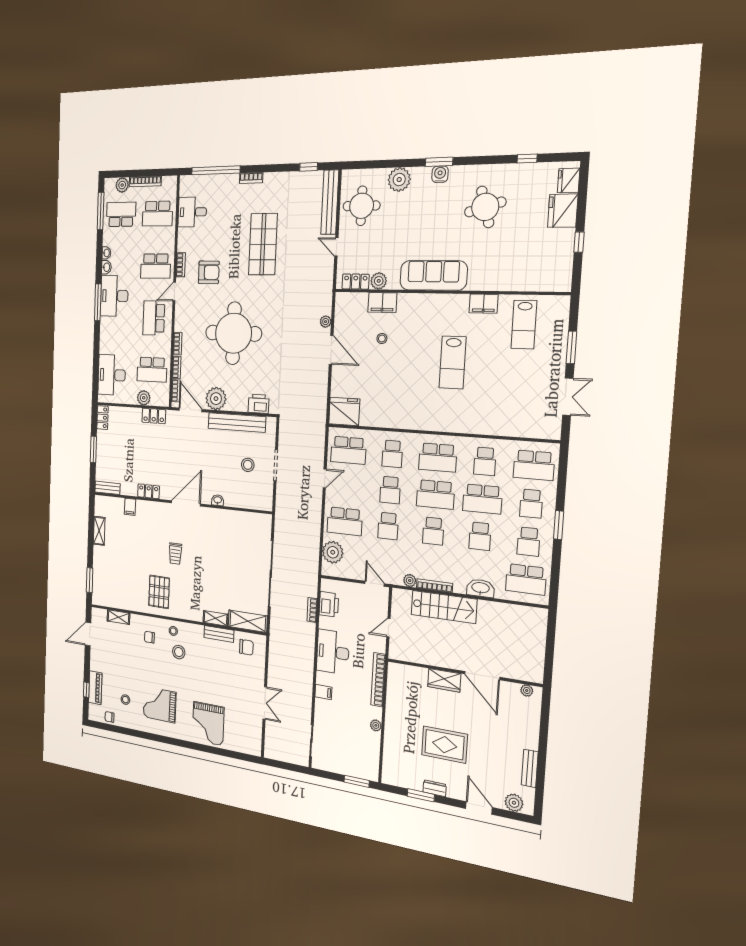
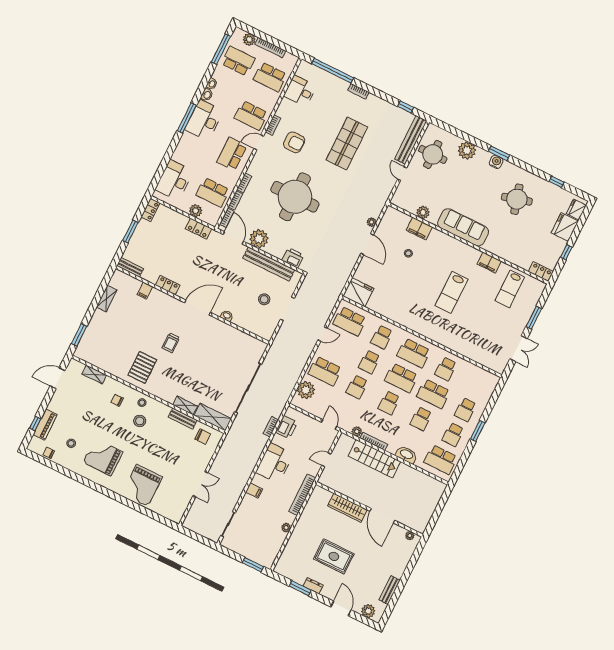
locker: (356, 282) -> (541, 272), moved
school desk: (534, 465) -> (478, 385), removed
wardrobe: (444, 680) -> (347, 508), width x1.50

